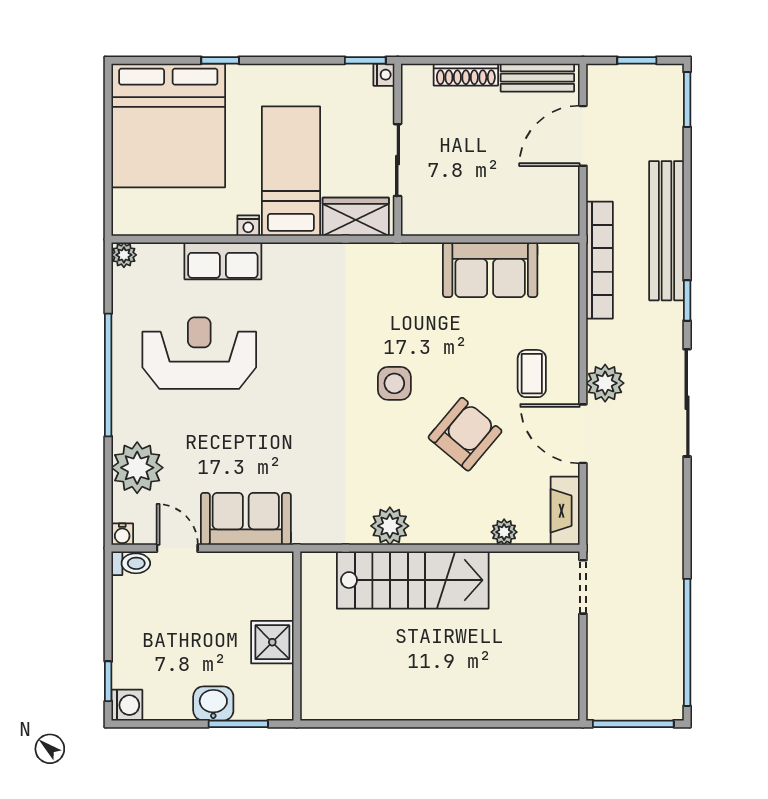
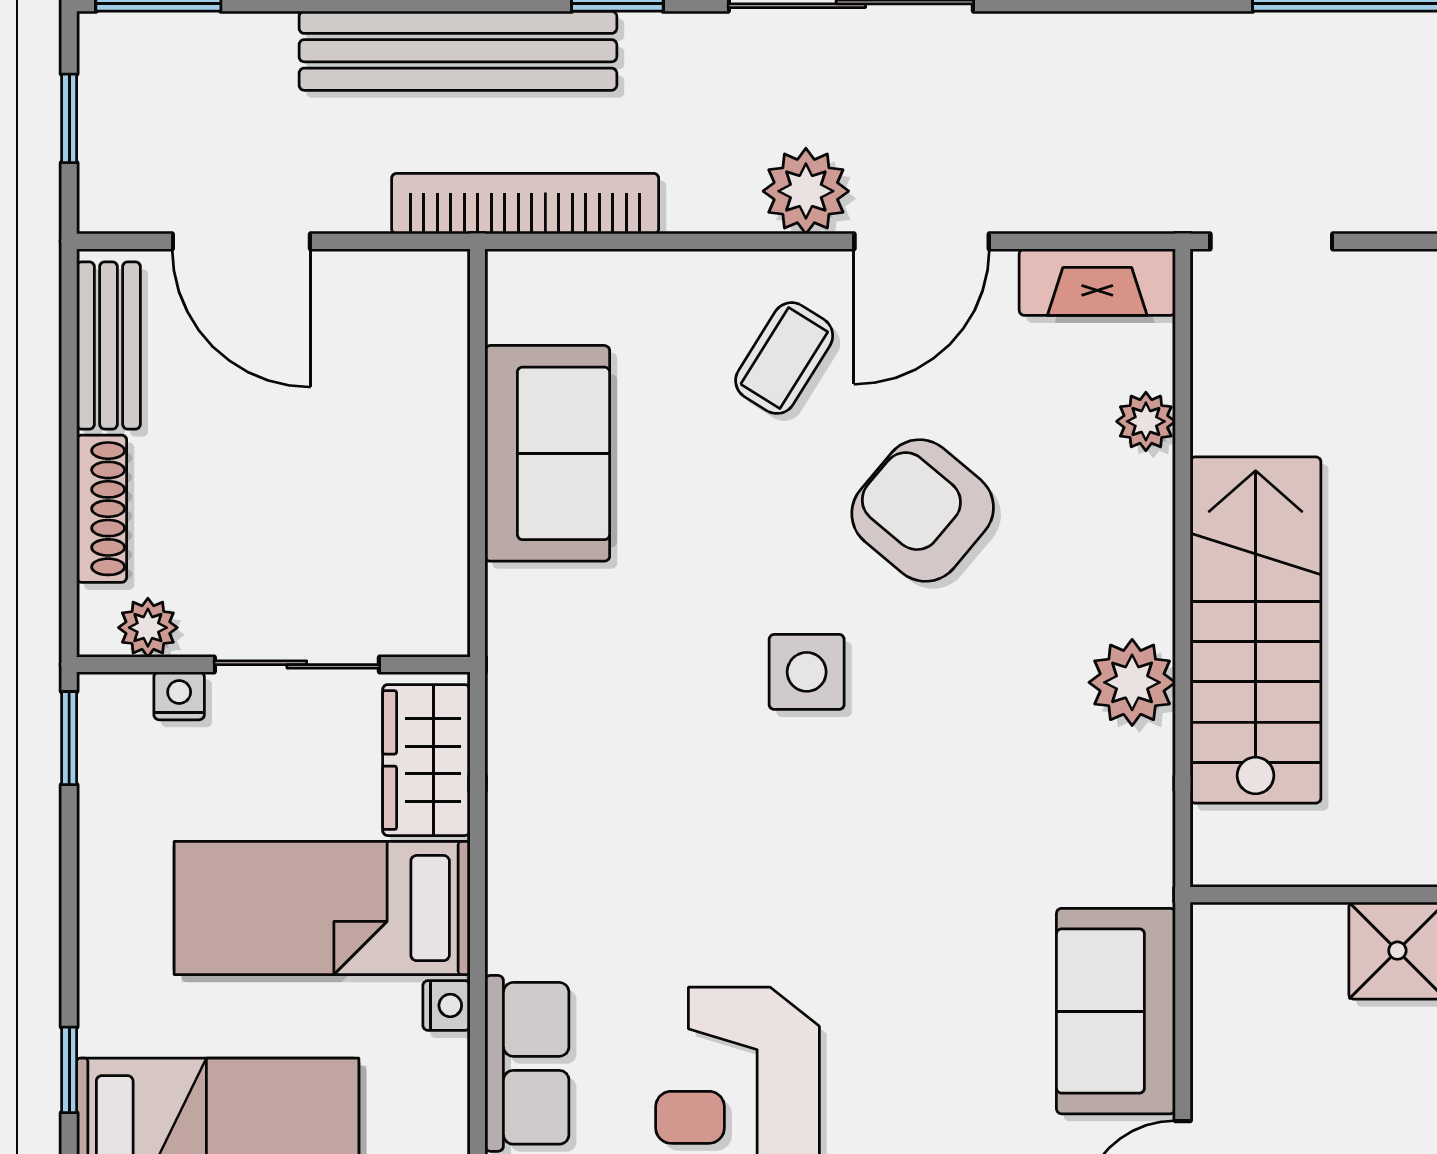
nightstand: (384, 75) -> (179, 696), moved
plant: (414, 95) -> (148, 628), added
coffee table: (532, 374) -> (784, 358), turned -58

